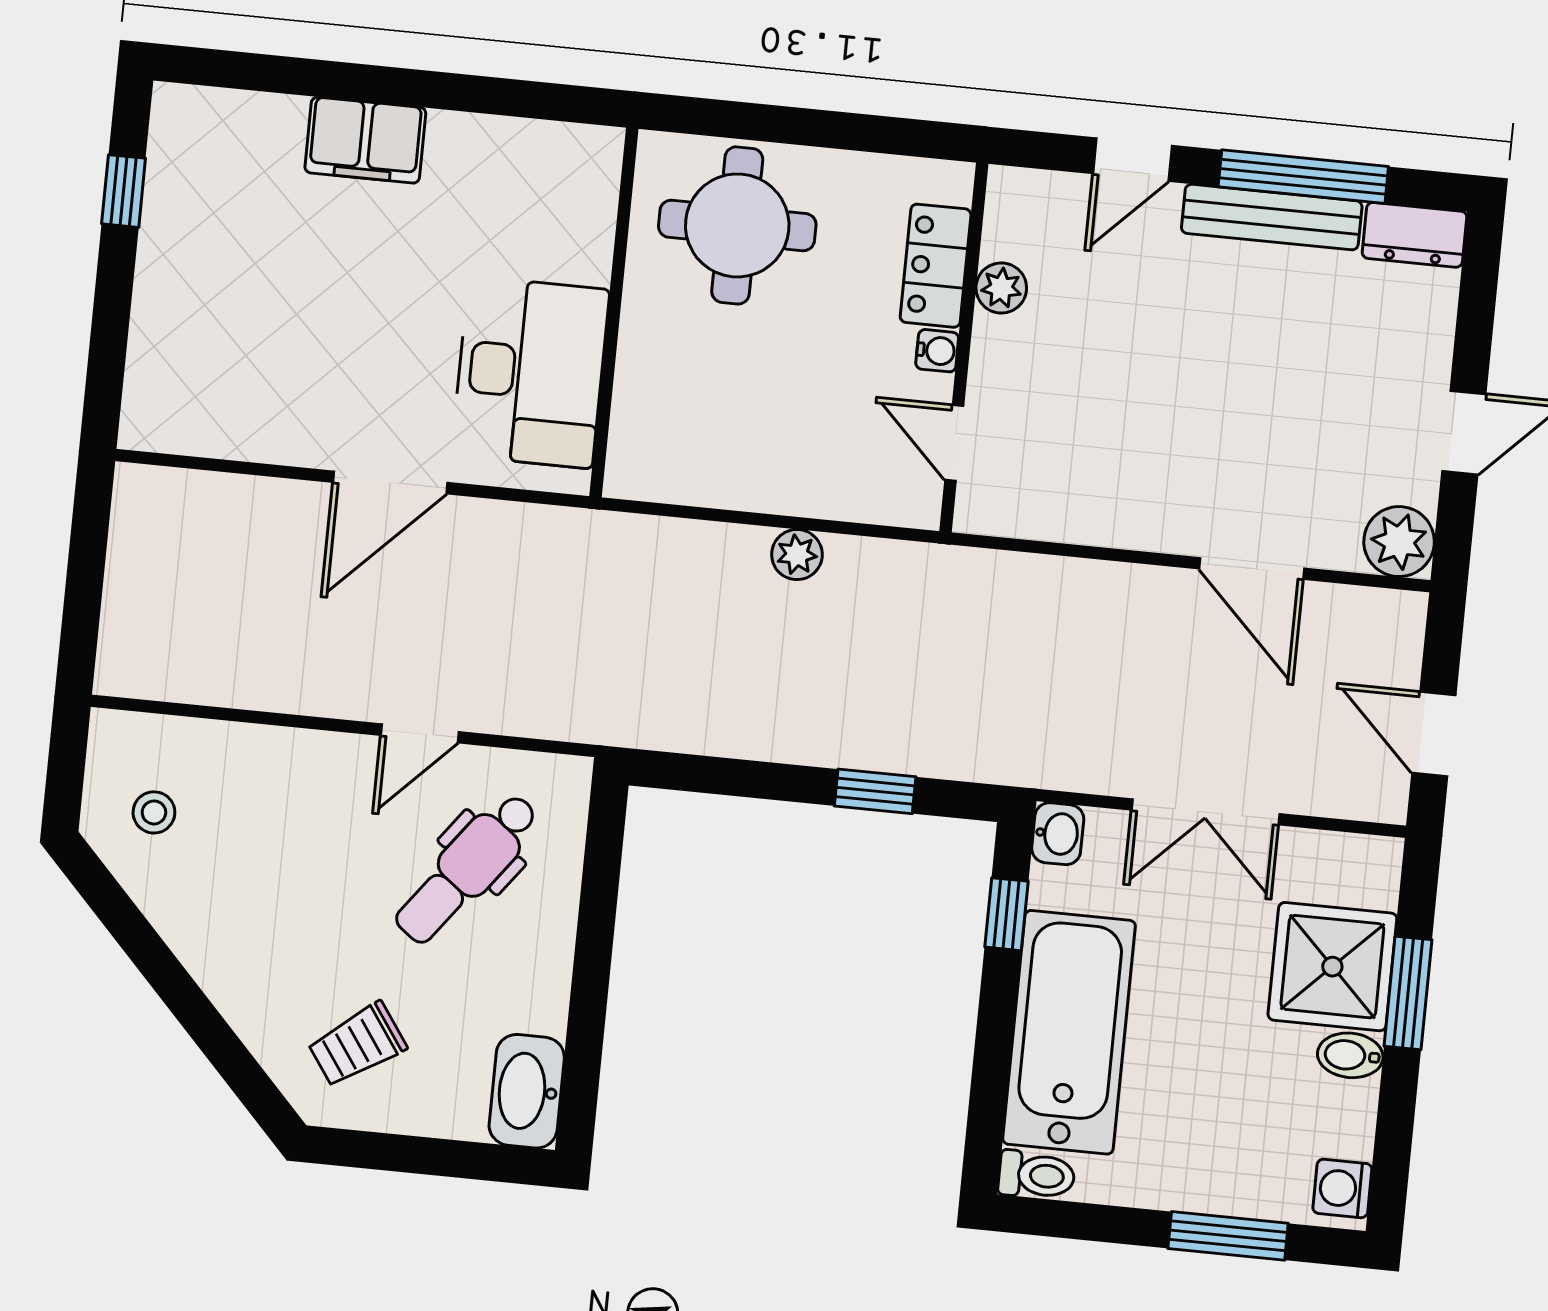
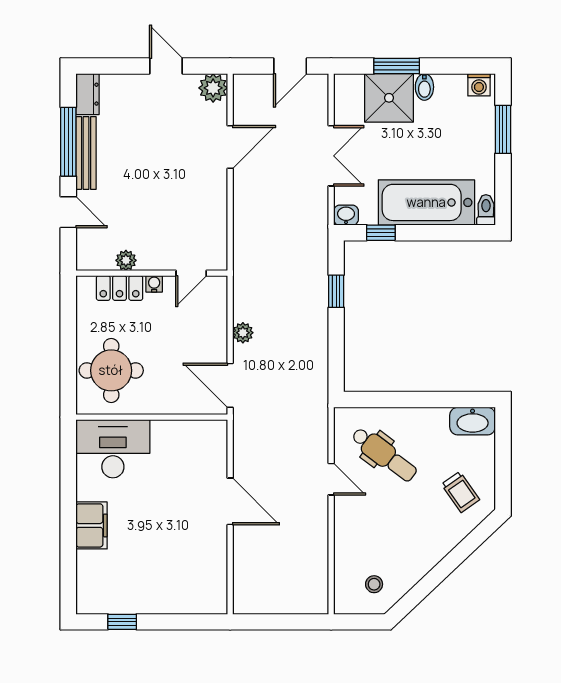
desk: (530, 372) -> (113, 449), moved
door: (672, 511) -> (230, 385), added

